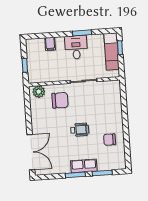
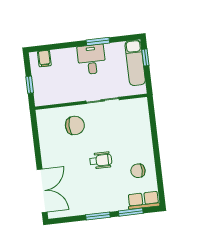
filing cabinet: (50, 44) -> (44, 58), moved
plant: (39, 92) -> (48, 116), removed
row of seats: (84, 166) -> (144, 200), moved

